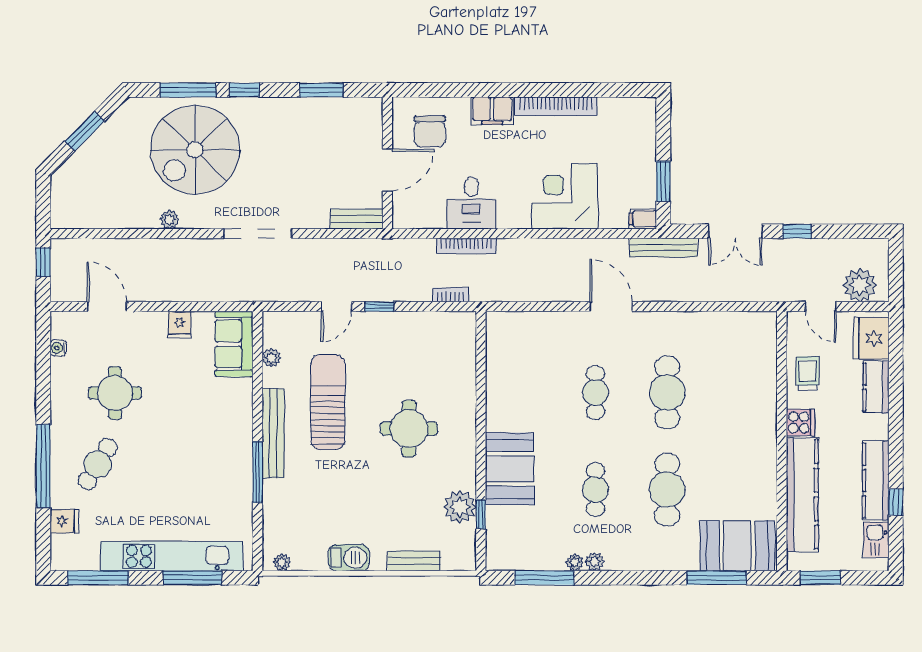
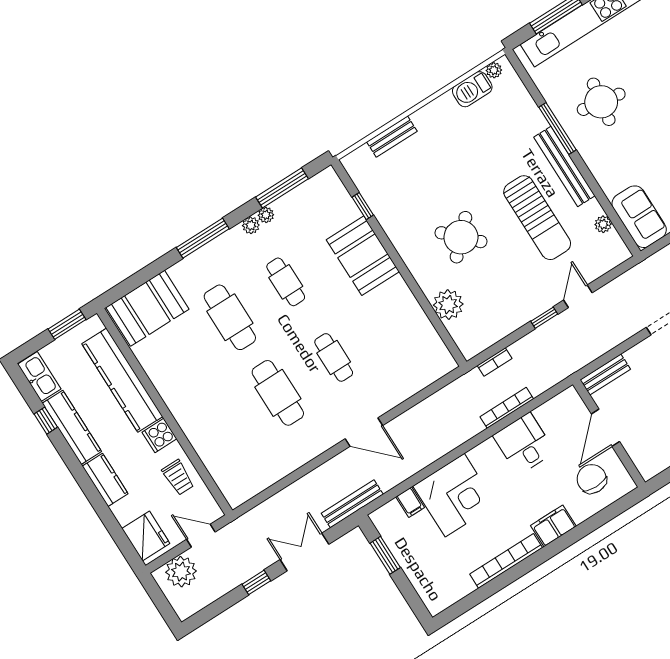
filing cabinet: (643, 219) -> (410, 502), moved, turned 90
kitchen counter: (876, 387) -> (105, 480), moved
round table: (409, 429) -> (461, 237), turned 45
round table: (202, 471) -> (601, 102), added
plant: (460, 507) -> (448, 305), moved
kitchen sink: (876, 540) -> (39, 377), width x1.38
barbecue: (349, 558) -> (472, 89), moved
window: (716, 578) -> (203, 238), moved

